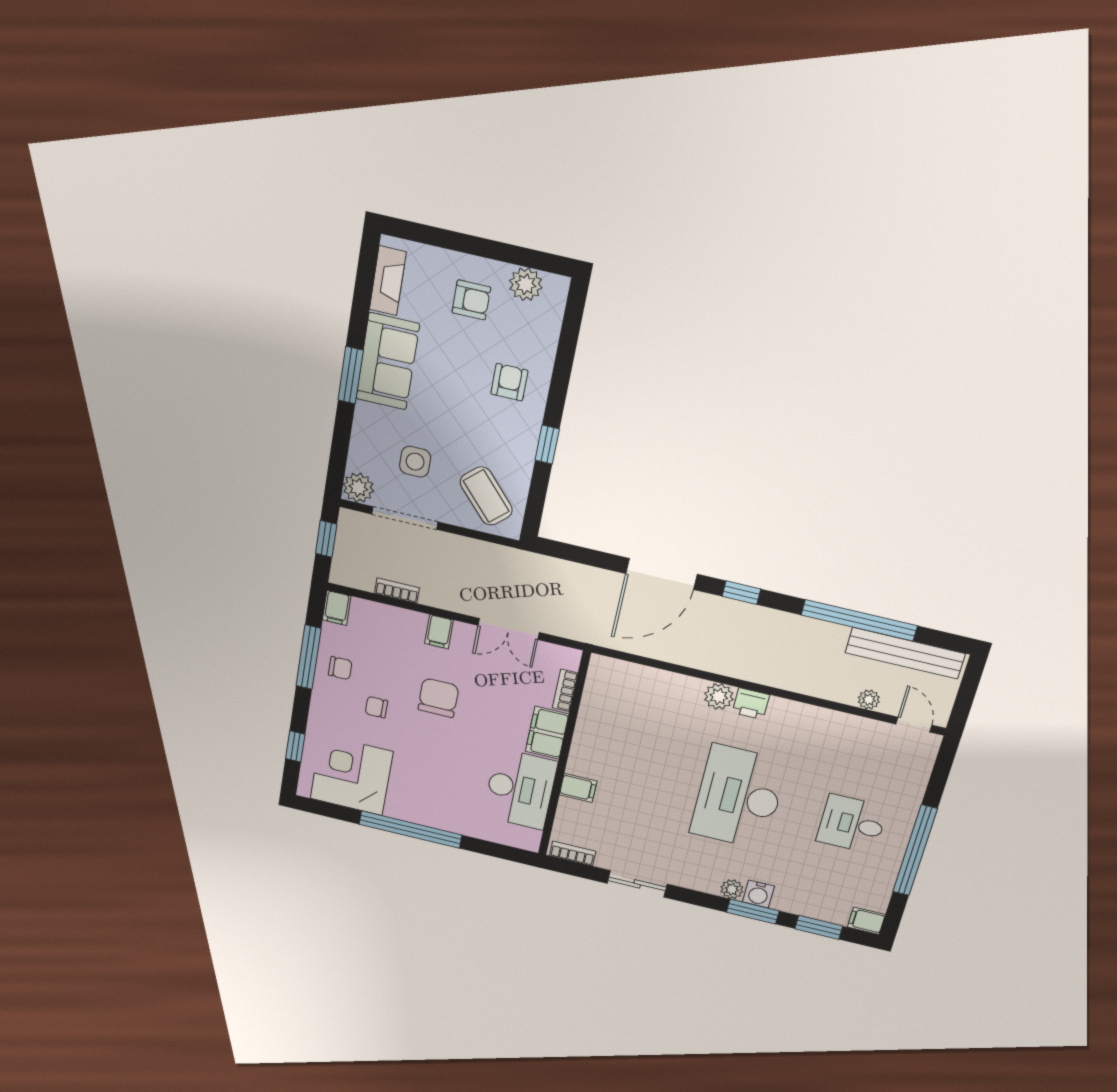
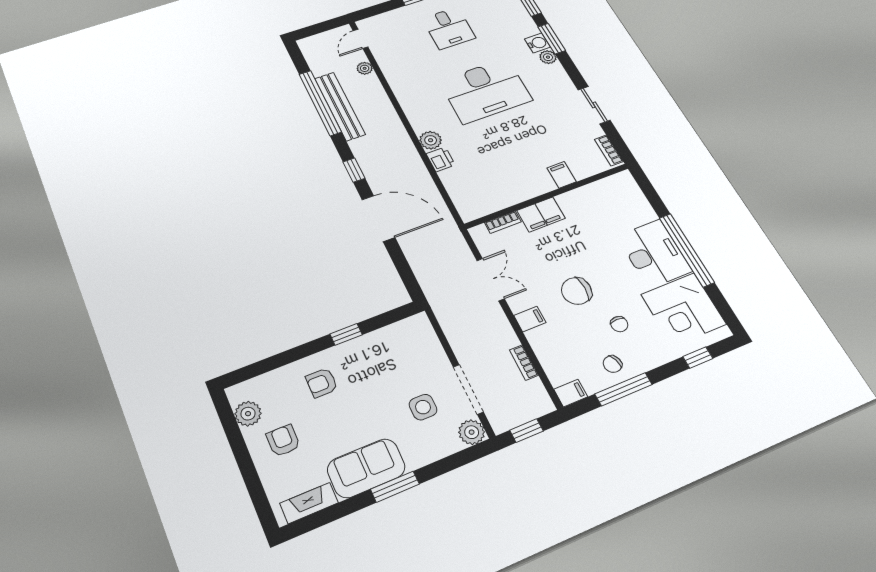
coffee table: (486, 496) -> (411, 349), removed
bench: (905, 653) -> (340, 106), moved
chair: (340, 668) -> (612, 364), turned -109
printer: (751, 704) -> (441, 159), moved
desk: (520, 789) -> (654, 254), moved, turned 90

